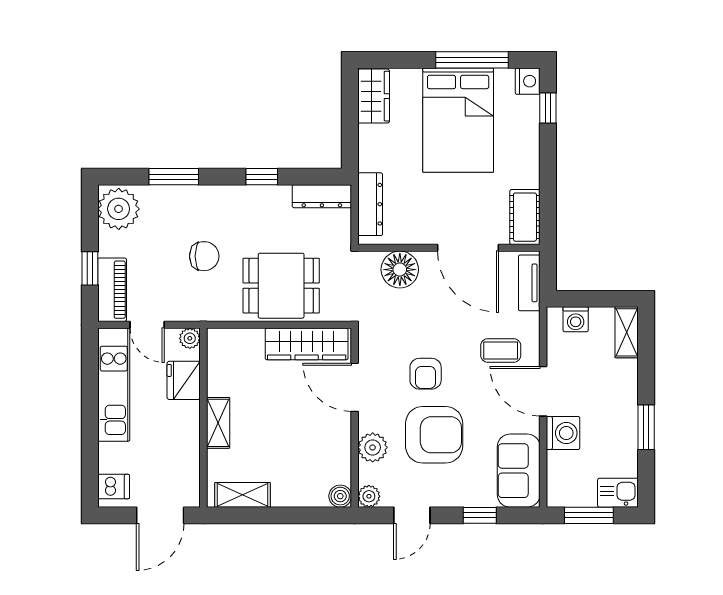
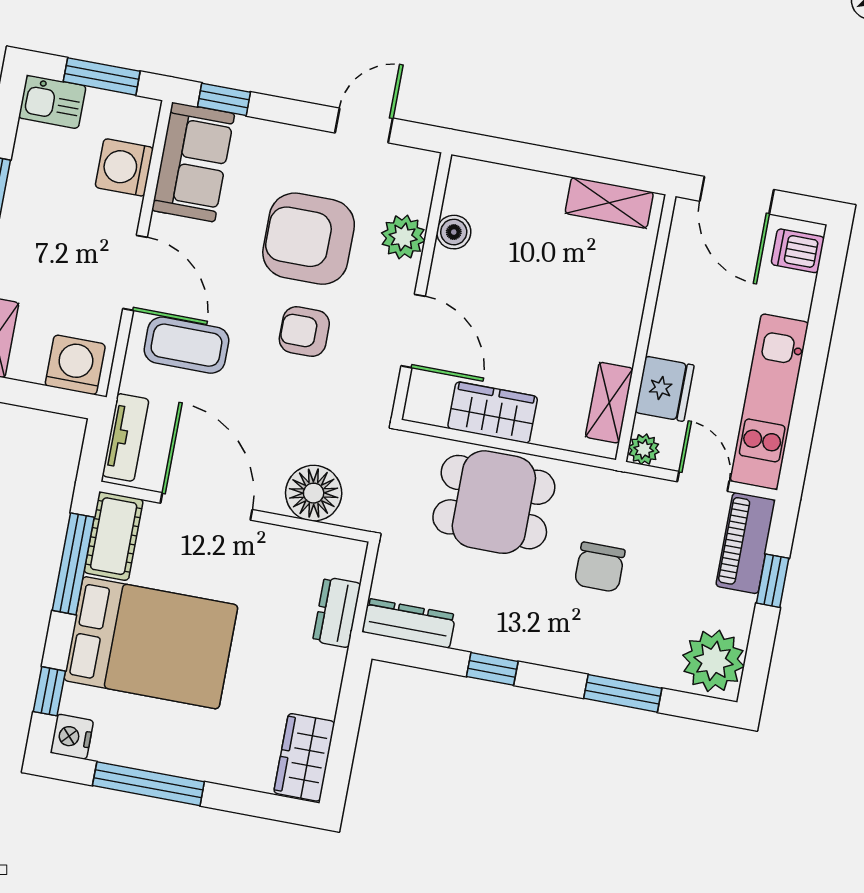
bed: (458, 120) -> (151, 643), moved, turned 90
window: (548, 194) -> (73, 564), added
dresser: (370, 204) -> (337, 612), width x0.70
chair: (204, 256) -> (600, 567), turned -90
washing machine: (576, 319) -> (75, 365), width x1.38, depth x1.38
wardrobe: (307, 344) -> (493, 412), width x0.67
coffee table: (501, 350) -> (186, 345), width x1.36, depth x1.30
armchair: (426, 374) -> (304, 332), turned -90
shelving: (218, 423) -> (609, 403), moved
washing machine: (563, 433) -> (124, 167), moved
boiler: (340, 496) -> (454, 232), moved
plant: (369, 496) -> (422, 166), removed
door: (160, 515) -> (737, 195), swing flipped
window: (480, 515) -> (224, 99), moved

